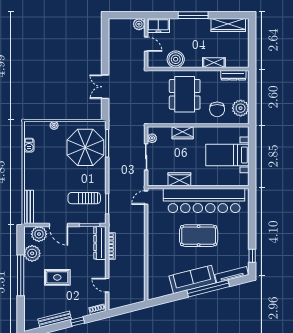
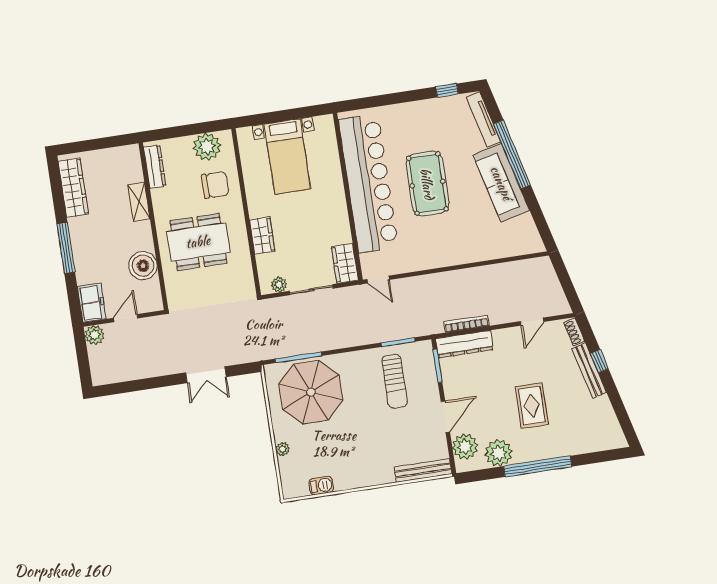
wardrobe: (179, 179) -> (345, 263), moved
bench: (55, 319) -> (589, 371), moved

